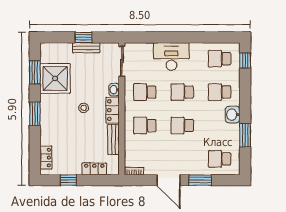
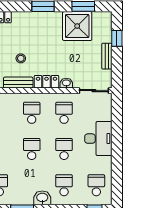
window: (83, 37) -> (117, 38), moved
stool: (84, 108) -> (21, 58), moved

